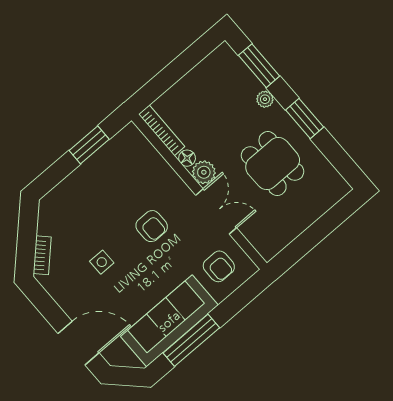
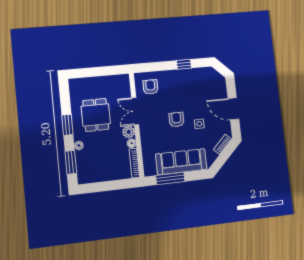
window: (89, 145) -> (170, 178), width x1.44
armchair: (152, 226) -> (176, 120), moved
sofa: (169, 321) -> (181, 162), moved, turned 180
window: (191, 340) -> (184, 64), width x0.46
door: (79, 343) -> (233, 109), moved

